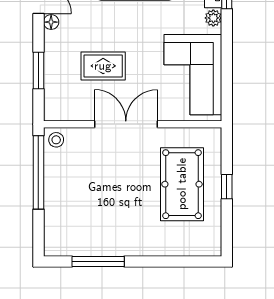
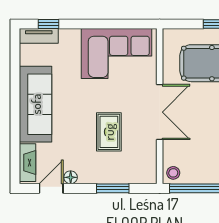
plant: (213, 18) -> (67, 36), removed
double door: (126, 124) -> (160, 112), swing flipped

